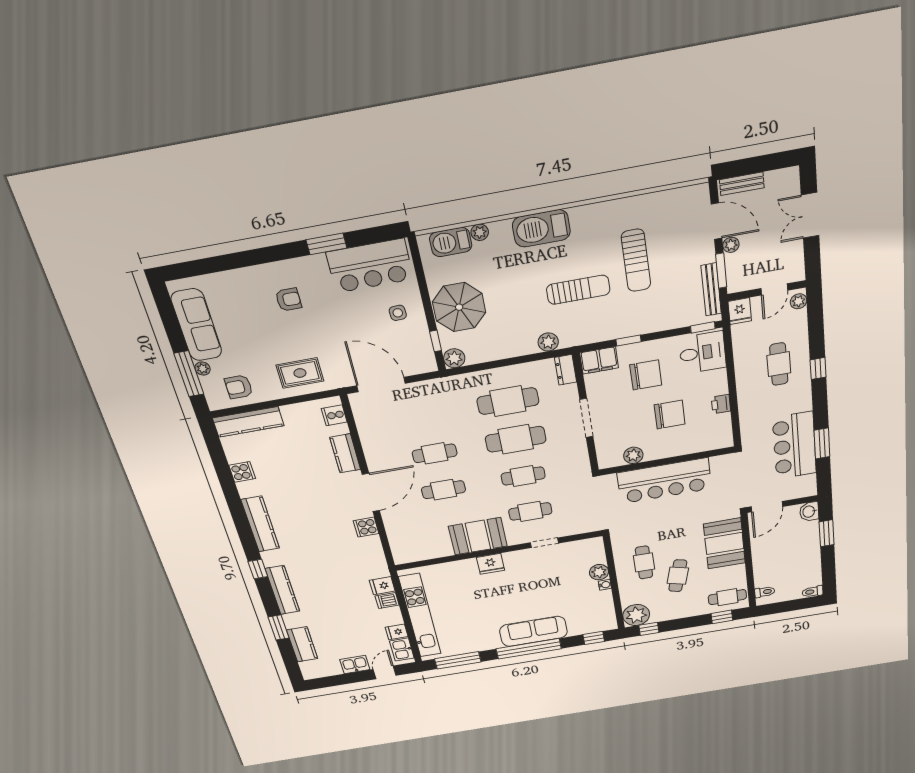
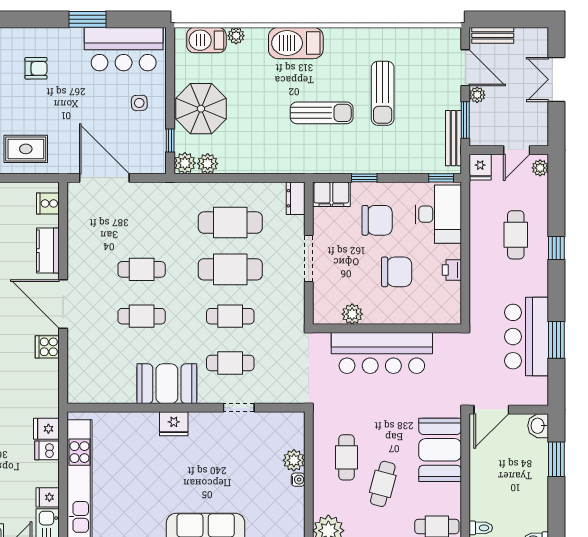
plant: (548, 342) -> (208, 164), moved
desk: (703, 353) -> (438, 214), width x1.37
door: (371, 493) -> (63, 304), swing flipped

